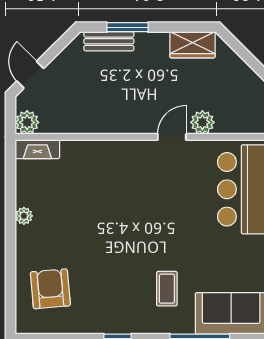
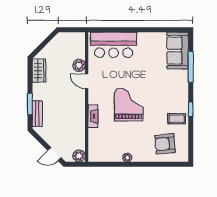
fireplace: (37, 149) -> (93, 116), moved
grand piano: (126, 218) -> (129, 105), added
coffee table: (167, 289) -> (177, 119), moved

